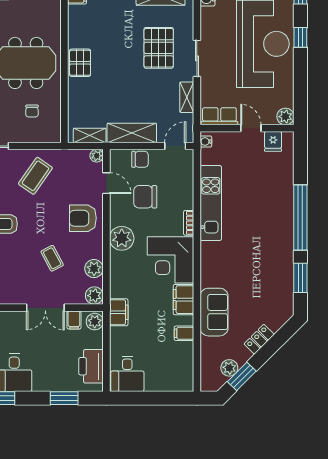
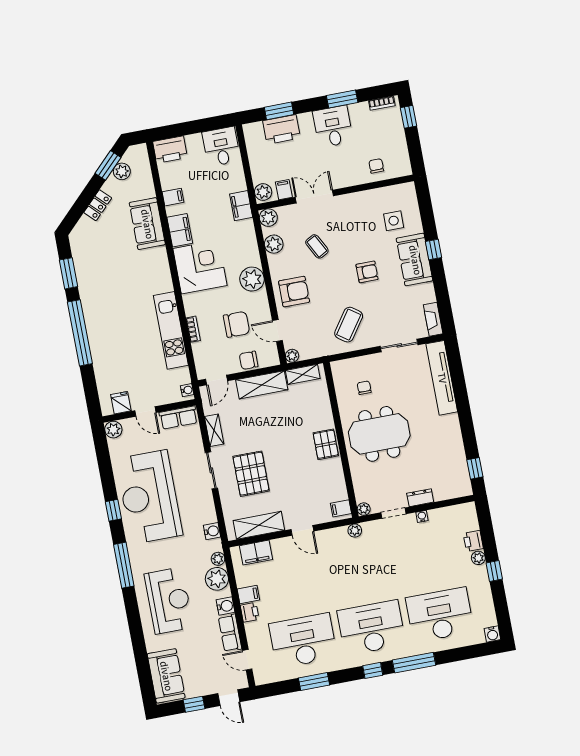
bookcase: (189, 223) -> (193, 329), moved
printer: (91, 366) -> (282, 129), moved, turned 90
printer: (178, 380) -> (170, 150), added

